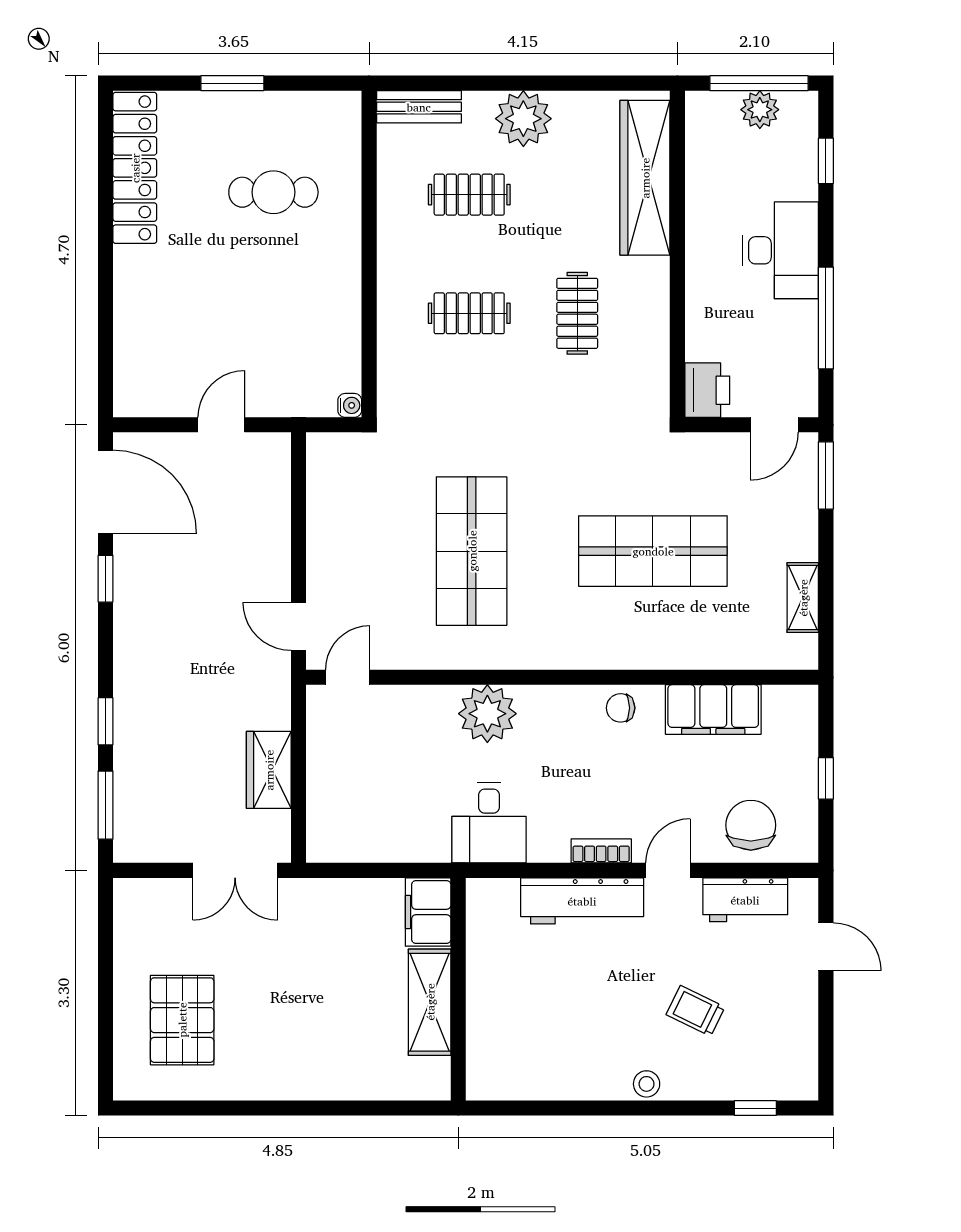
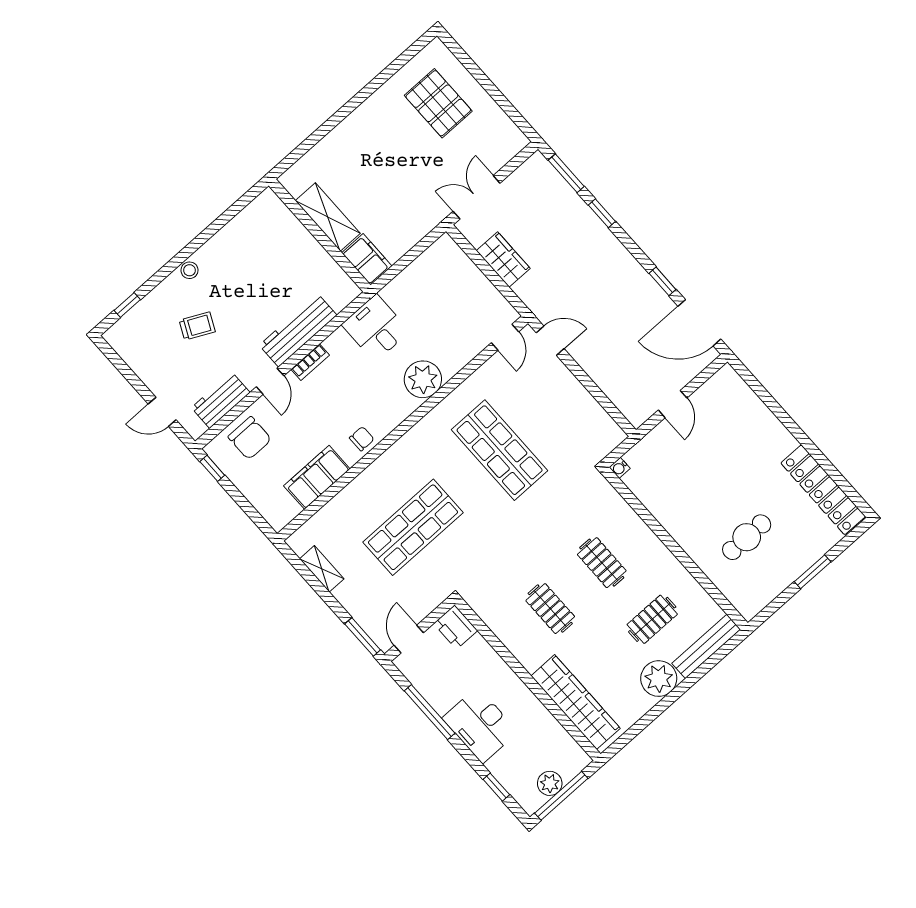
bench: (419, 107) -> (706, 646), width x1.36
clothes rail: (469, 313) -> (602, 563), turned 90
window: (826, 778) -> (212, 468), moved

